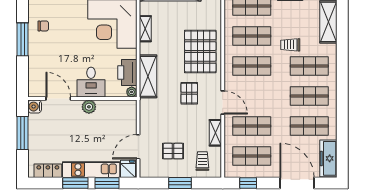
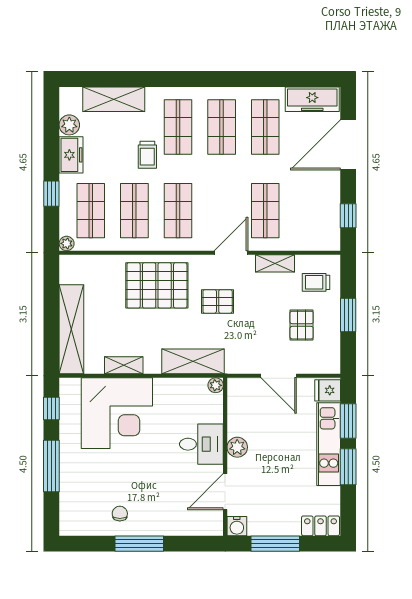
printer: (127, 73) -> (187, 391), removed
door: (138, 147) -> (279, 376), moved
shop shelf: (252, 156) -> (309, 211), removed
locker: (48, 171) -> (321, 526), moved, turned 90

